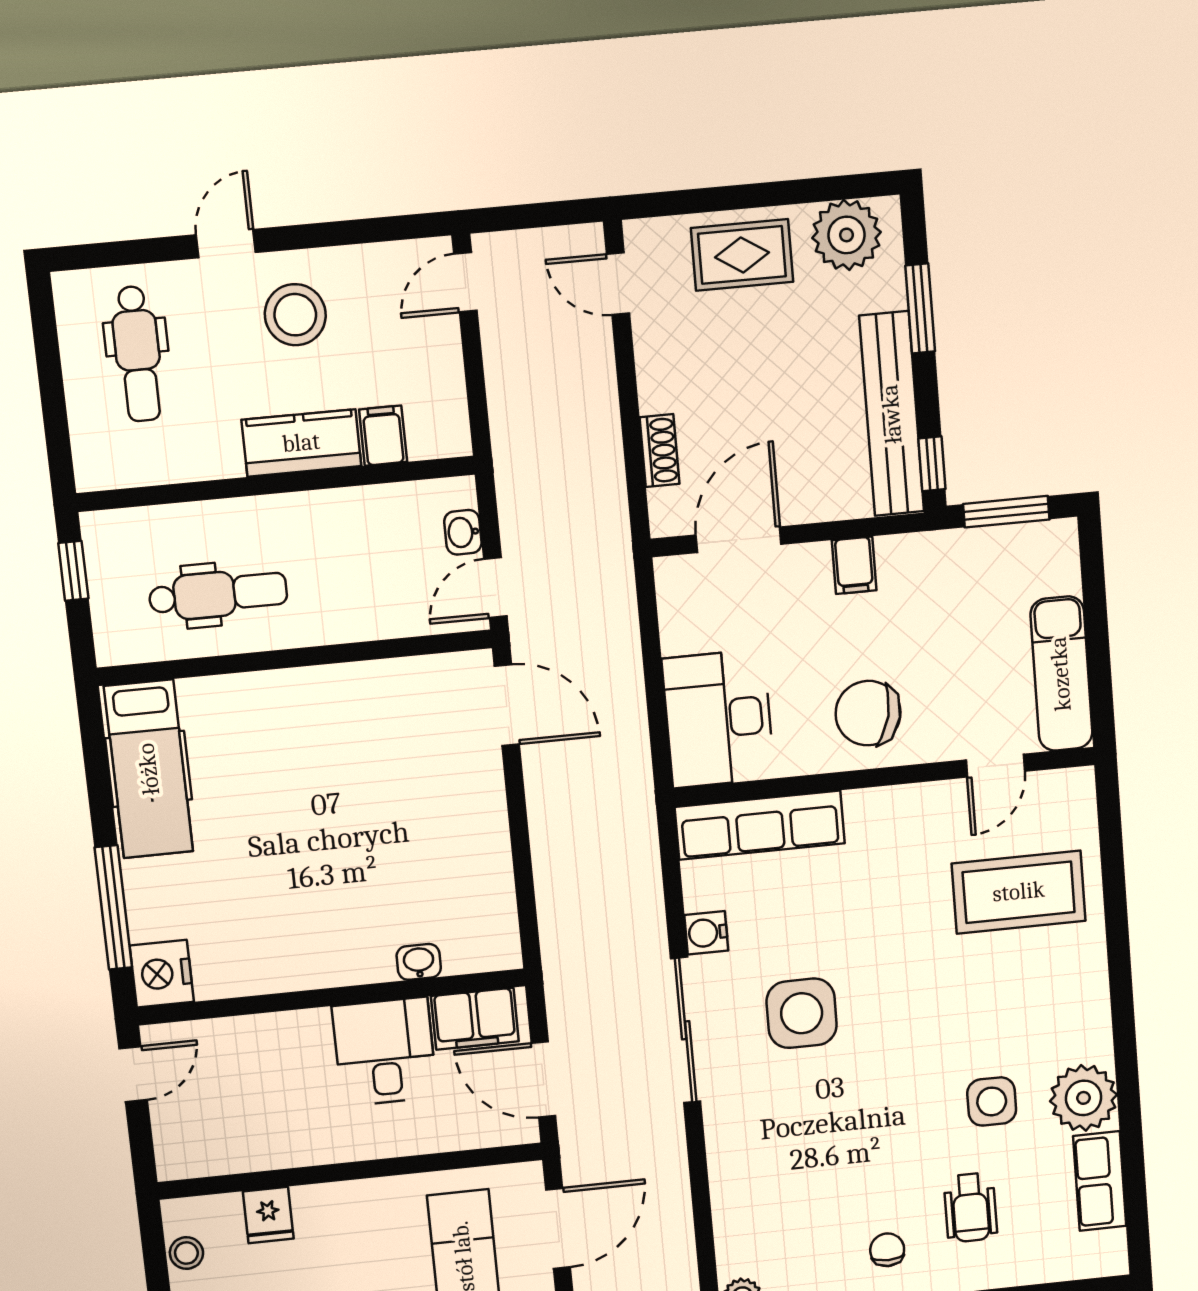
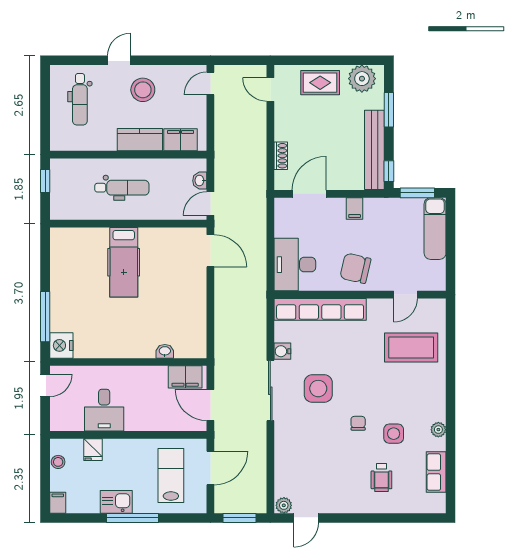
filing cabinet: (383, 436) -> (181, 140), width x2.00
dental chair: (218, 594) -> (122, 188), moved
exam couch: (1061, 674) -> (435, 229), moved
hospital bed: (149, 769) -> (124, 262), moved
row of seats: (760, 825) -> (320, 309), width x1.36
desk: (385, 1052) -> (104, 410), moved, turned 180
plant: (1084, 1098) -> (438, 430), width x0.53, depth x0.53
chair: (887, 1250) -> (358, 423), moved

